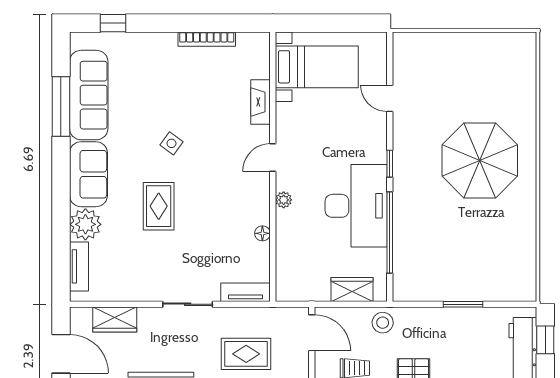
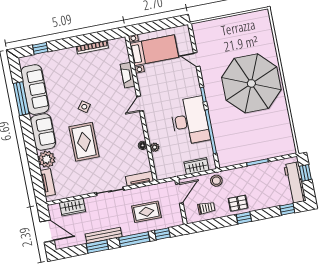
parasol: (480, 160) -> (251, 83), width x1.36, depth x1.36
plant: (284, 200) -> (155, 147), moved
rug: (159, 206) -> (84, 142), width x1.36, depth x1.43
door: (312, 333) -> (179, 193), hinge flipped

